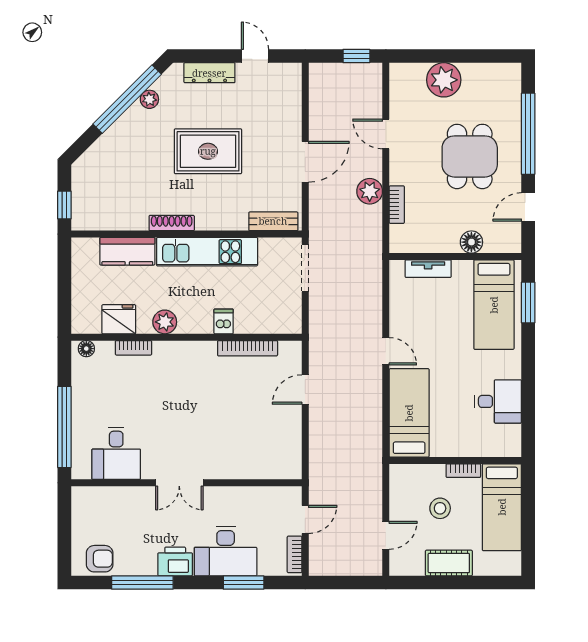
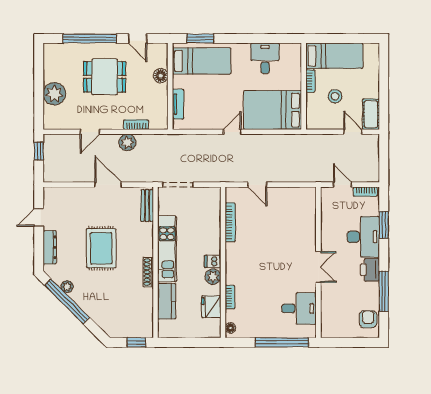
dishwasher: (224, 321) -> (213, 261), moved
bed: (409, 413) -> (273, 110), width x1.50
cot: (449, 563) -> (371, 114), moved

